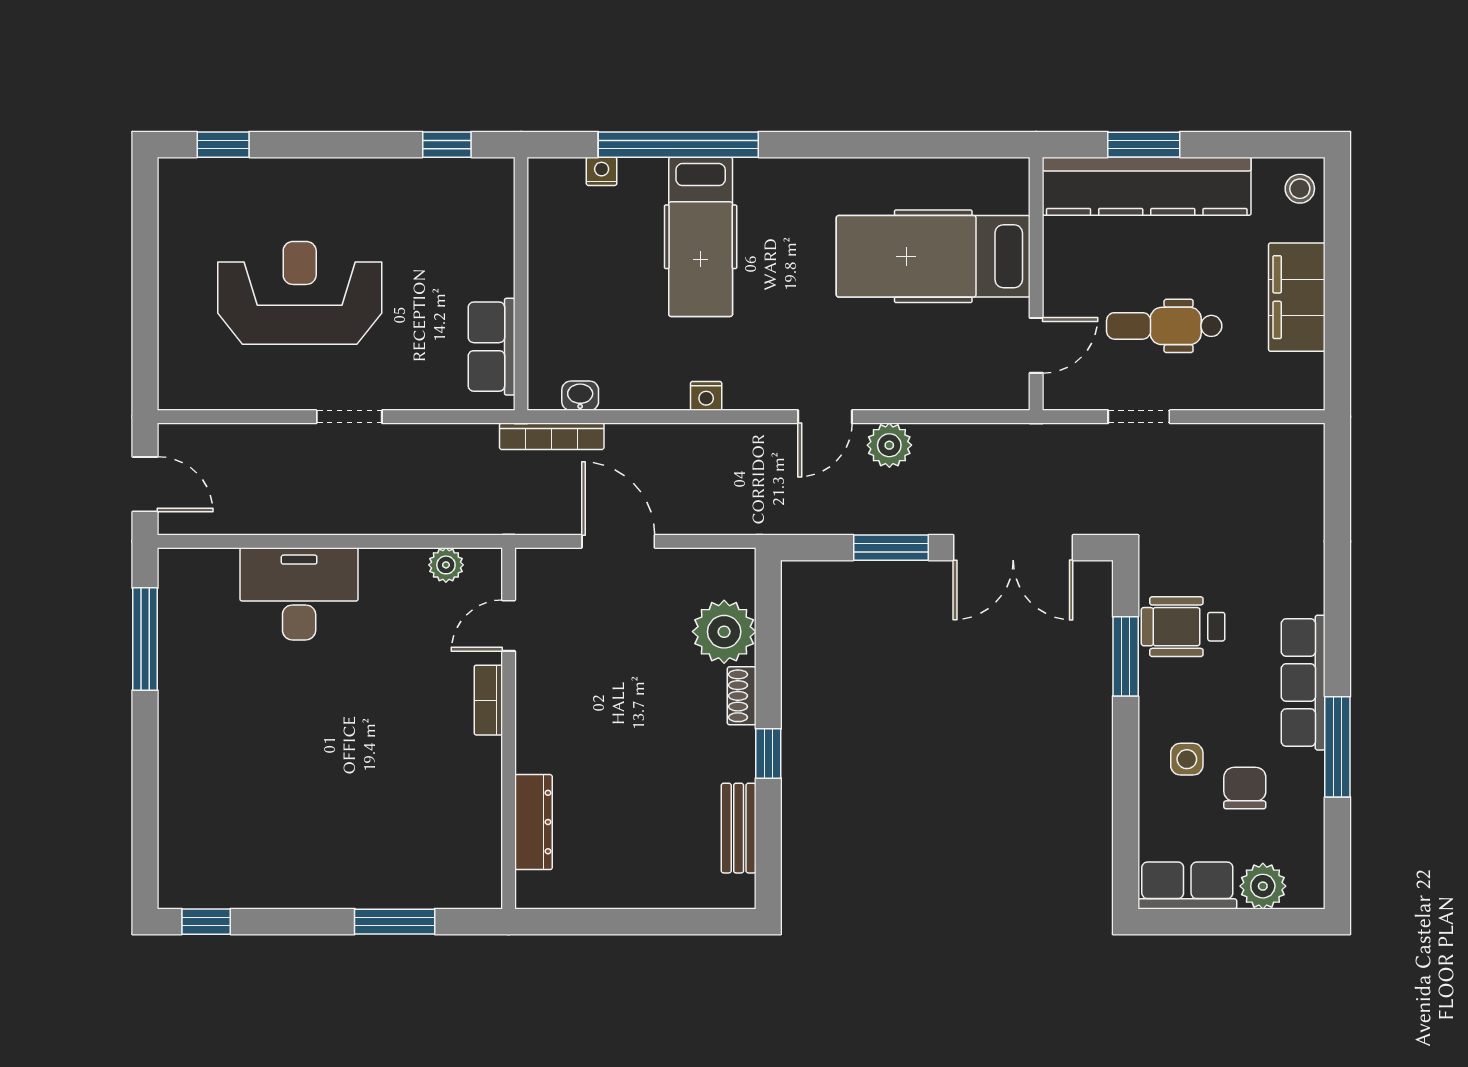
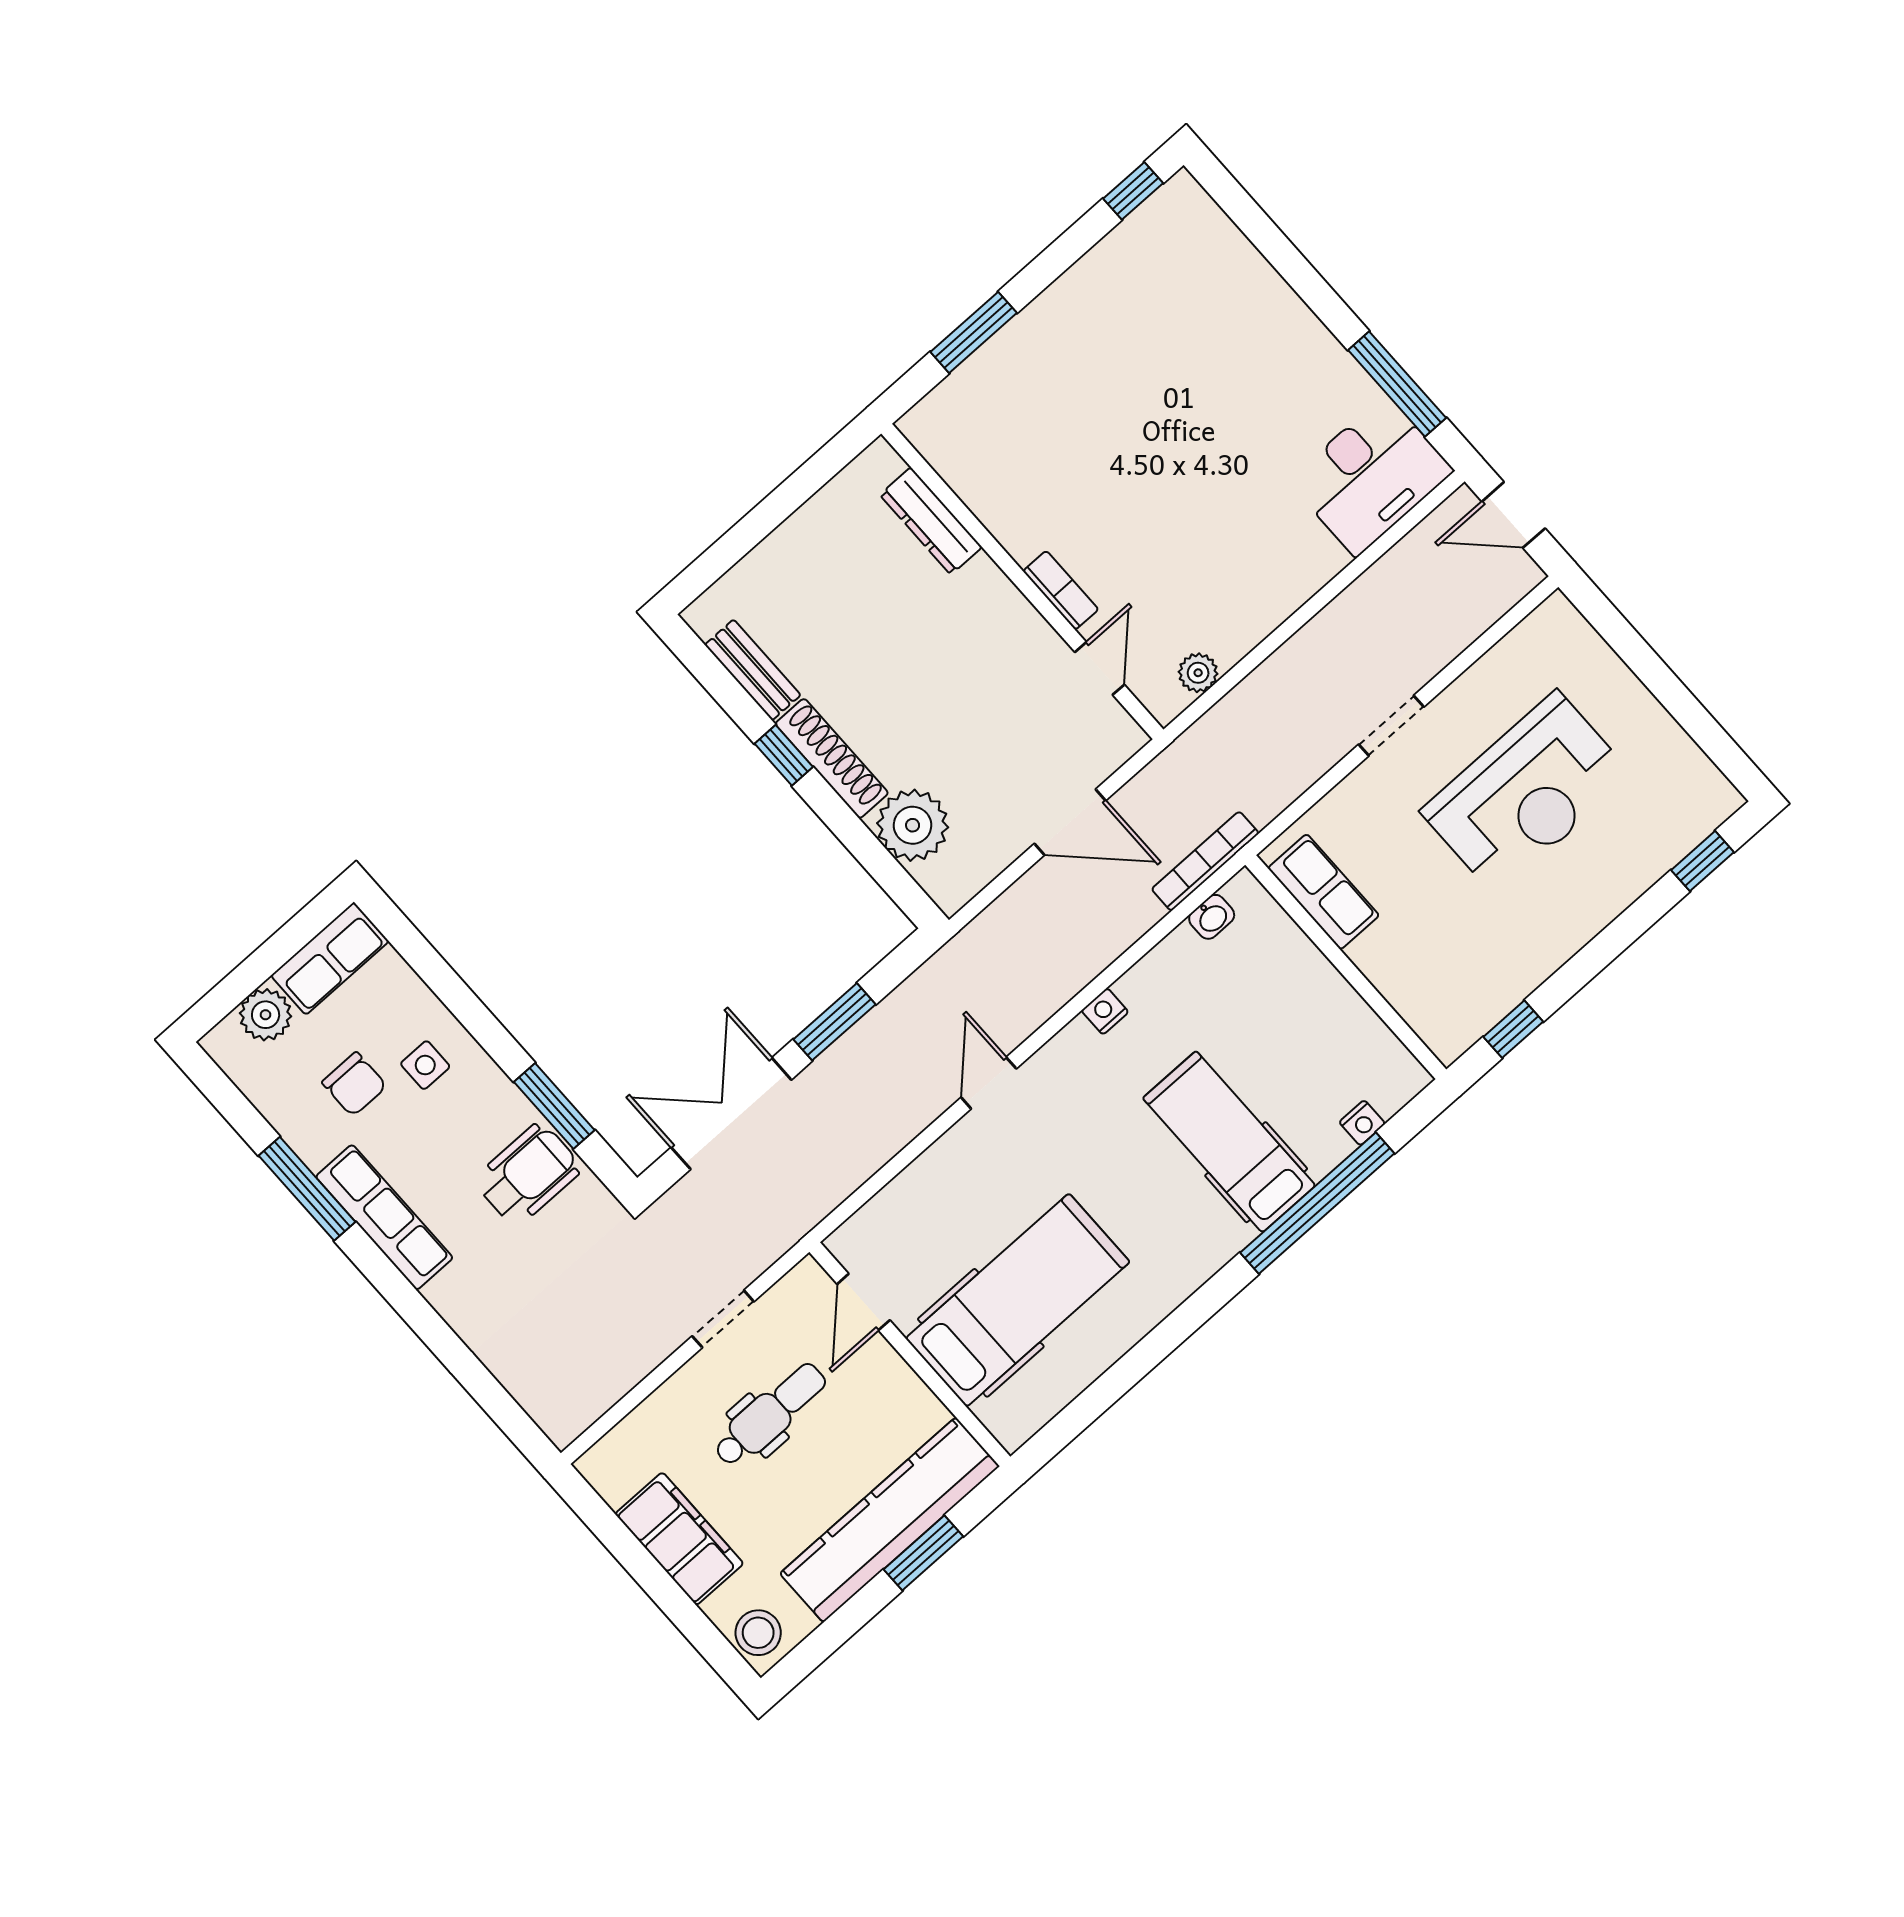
stool: (1300, 189) -> (758, 1633), width x1.37, depth x1.37
plant: (889, 445) -> (913, 1107), removed
desk: (299, 594) -> (1371, 476), moved
shoe rack: (742, 696) -> (832, 758), width x1.94, depth x1.24

